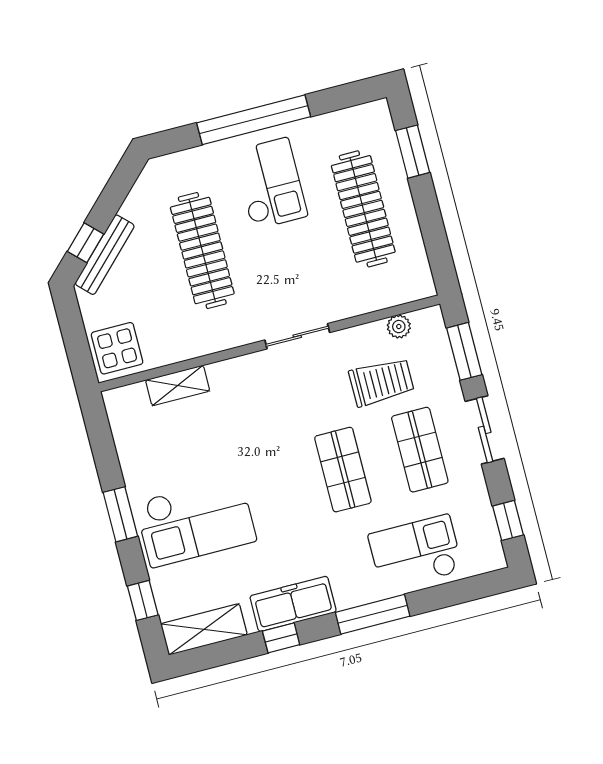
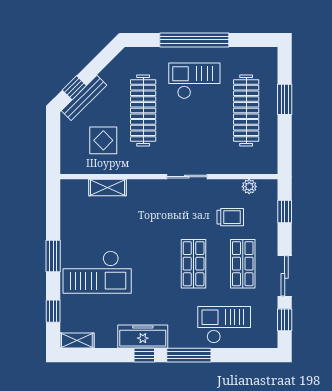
window: (413, 152) -> (285, 99), moved
checkout: (270, 184) -> (194, 81), turned -90
display table: (117, 348) -> (103, 140), moved
window: (464, 351) -> (285, 212), width x0.67
trolley: (381, 382) -> (230, 217), width x0.73, depth x0.72
sliding door: (485, 430) -> (285, 276), moved
shelving: (204, 629) -> (77, 341), width x0.67, depth x0.75
window: (281, 638) -> (144, 355), moved

